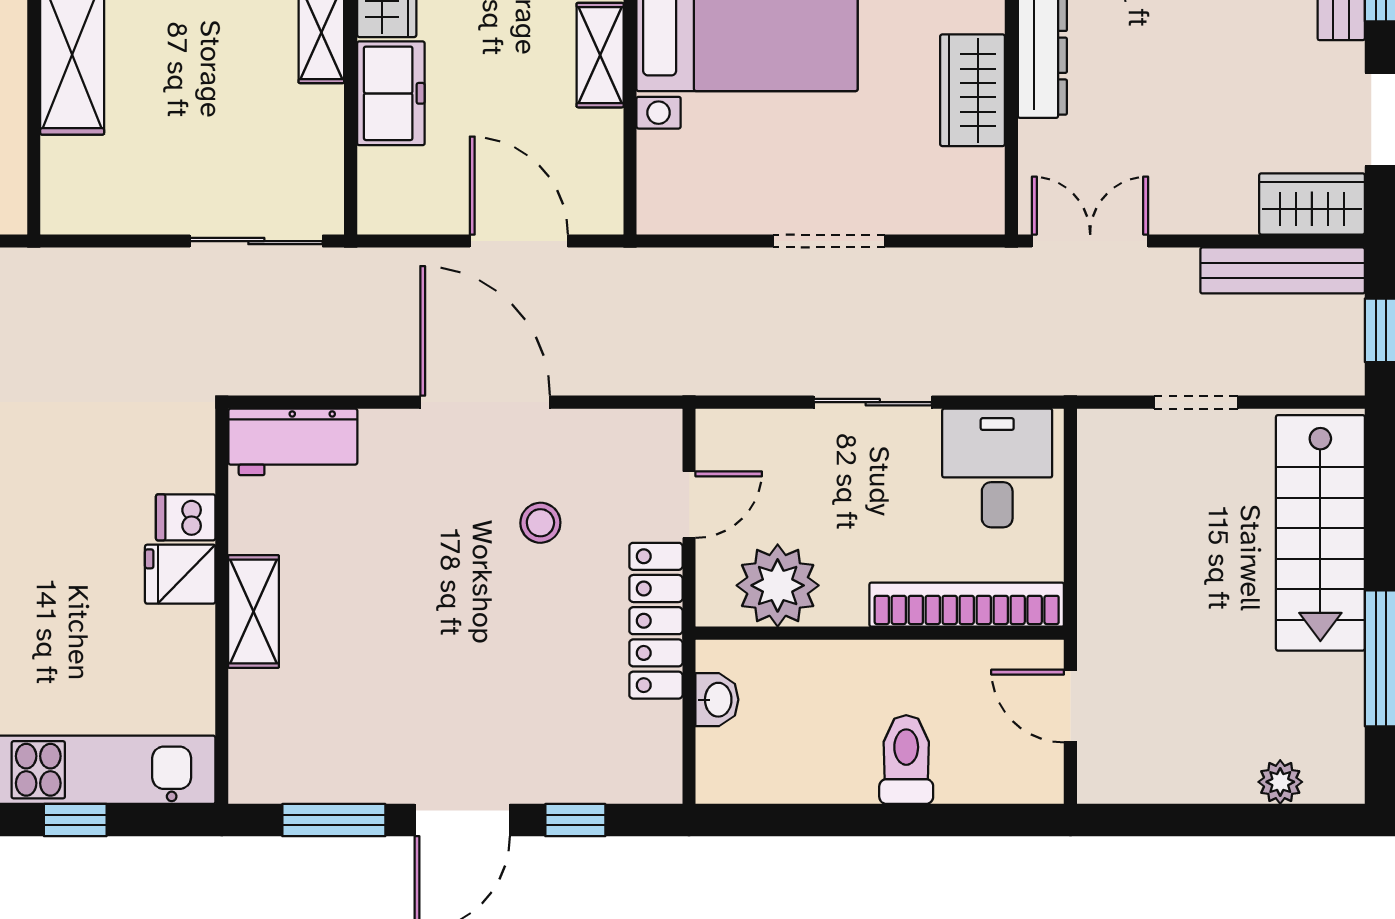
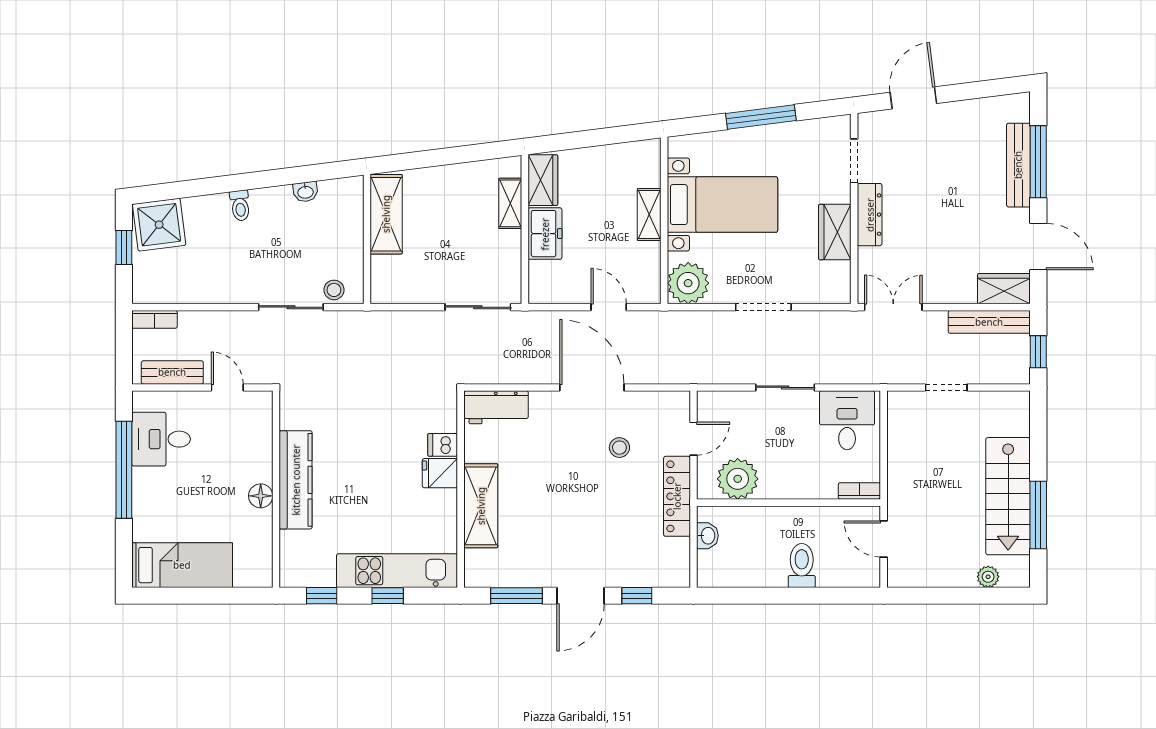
plant: (678, 193) -> (688, 283), added
door: (519, 241) -> (609, 307), width x0.73
stairs: (1320, 533) -> (1008, 496), moved
bookcase: (967, 605) -> (859, 491), width x0.43, depth x0.76
shelving: (254, 611) -> (481, 506), width x1.50, depth x1.33

